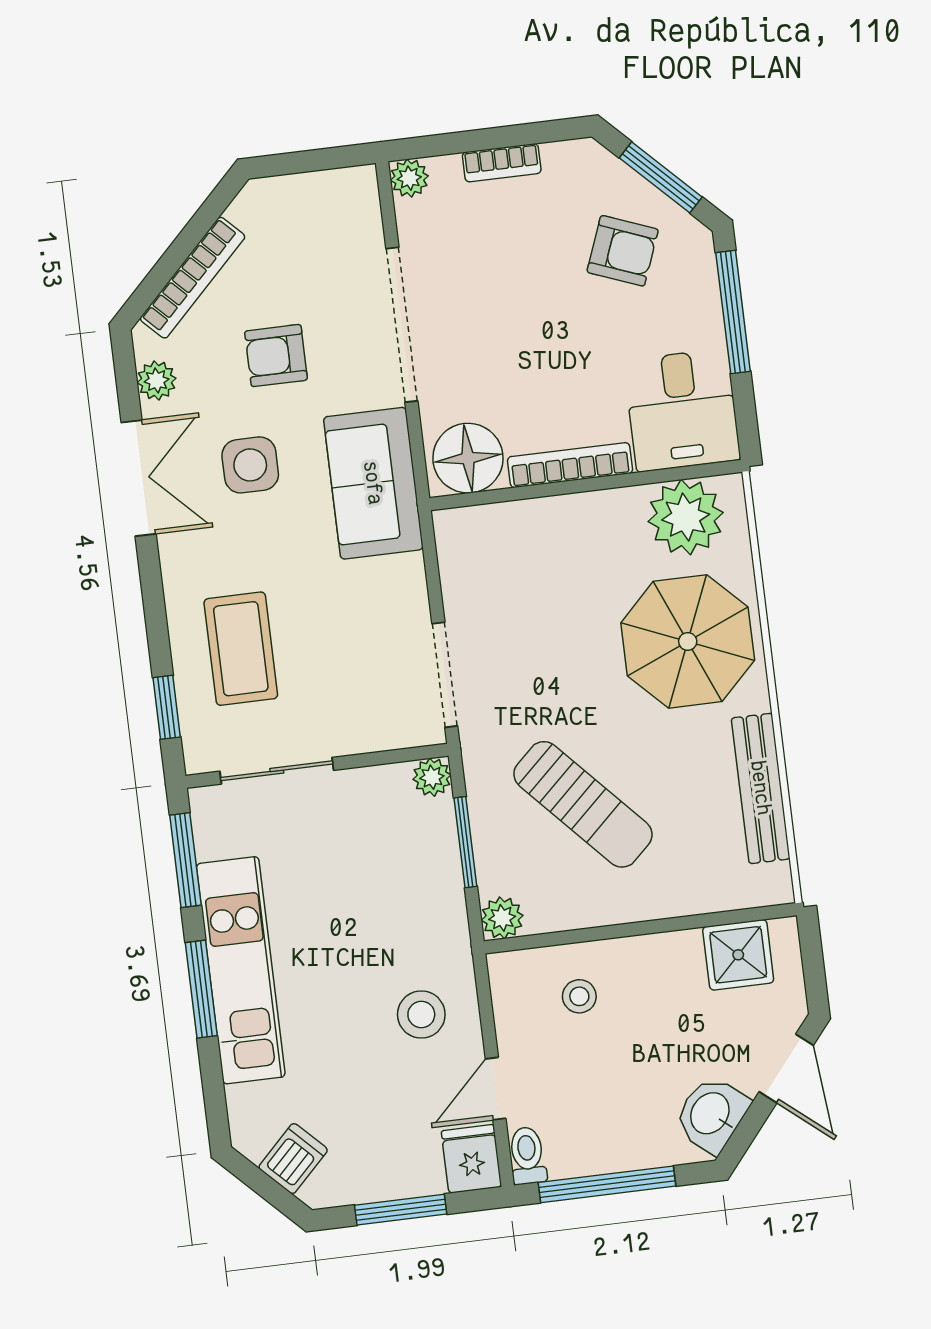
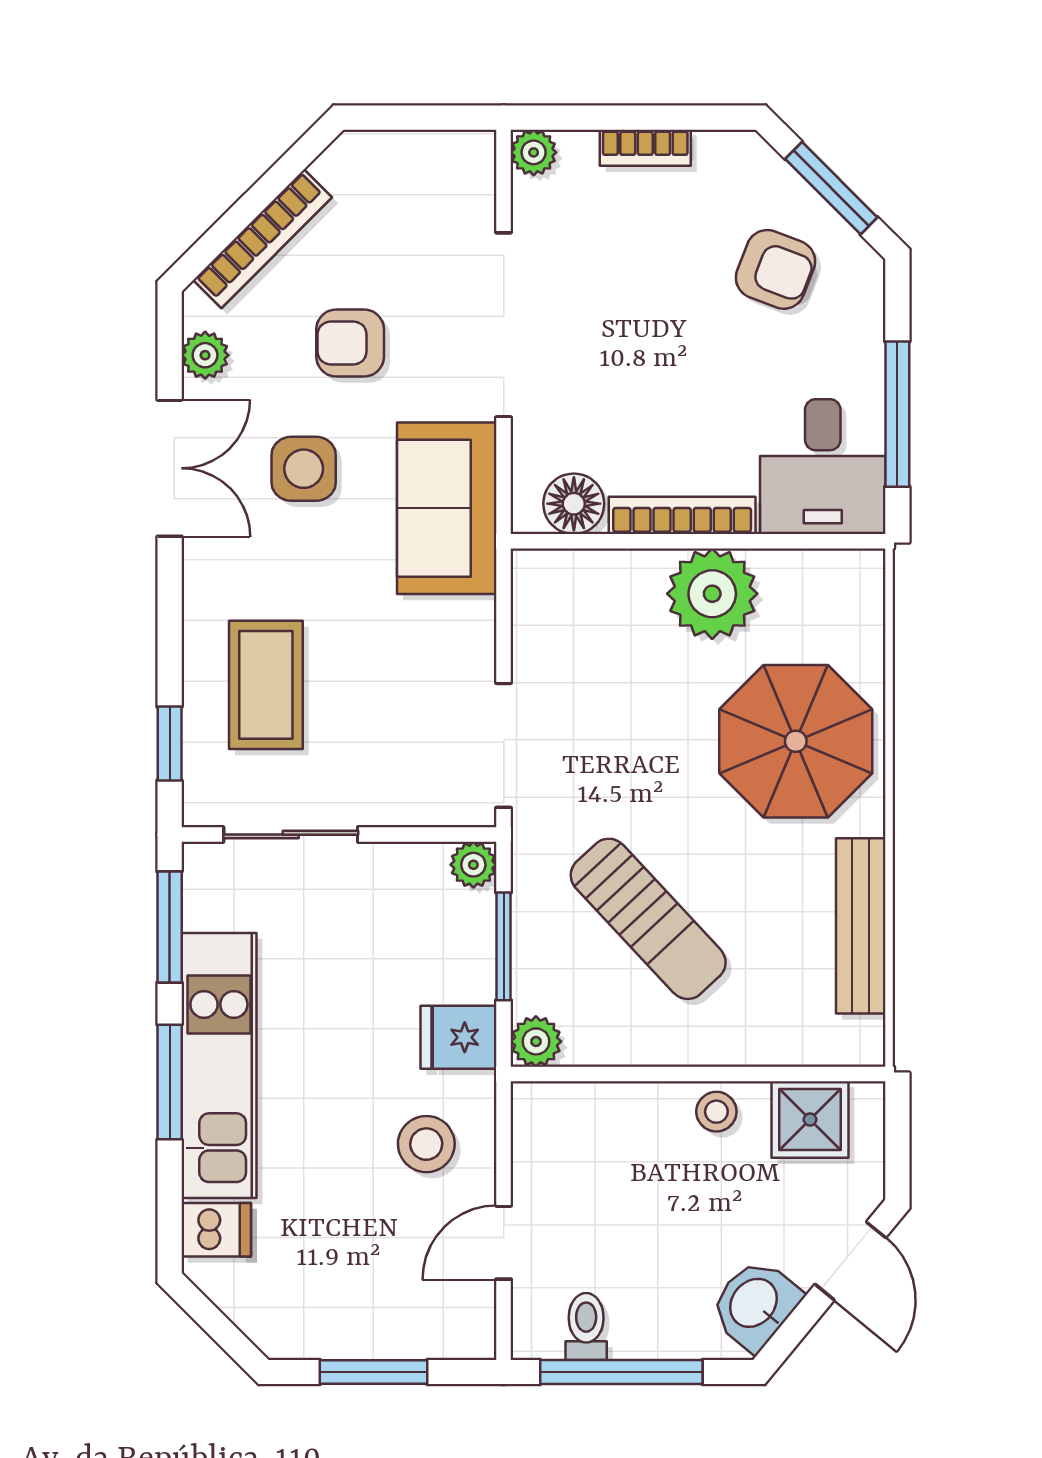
window: (733, 312) -> (897, 414), moved
floor lamp: (468, 458) -> (574, 504), width x0.73, depth x0.73
plant: (686, 517) -> (712, 594), moved
stool: (579, 996) -> (716, 1112), moved
toilet: (527, 1156) -> (586, 1326), moved
dishwasher: (293, 1159) -> (216, 1230), moved, turned 45
fridge: (471, 1159) -> (459, 1037), moved, turned -90

